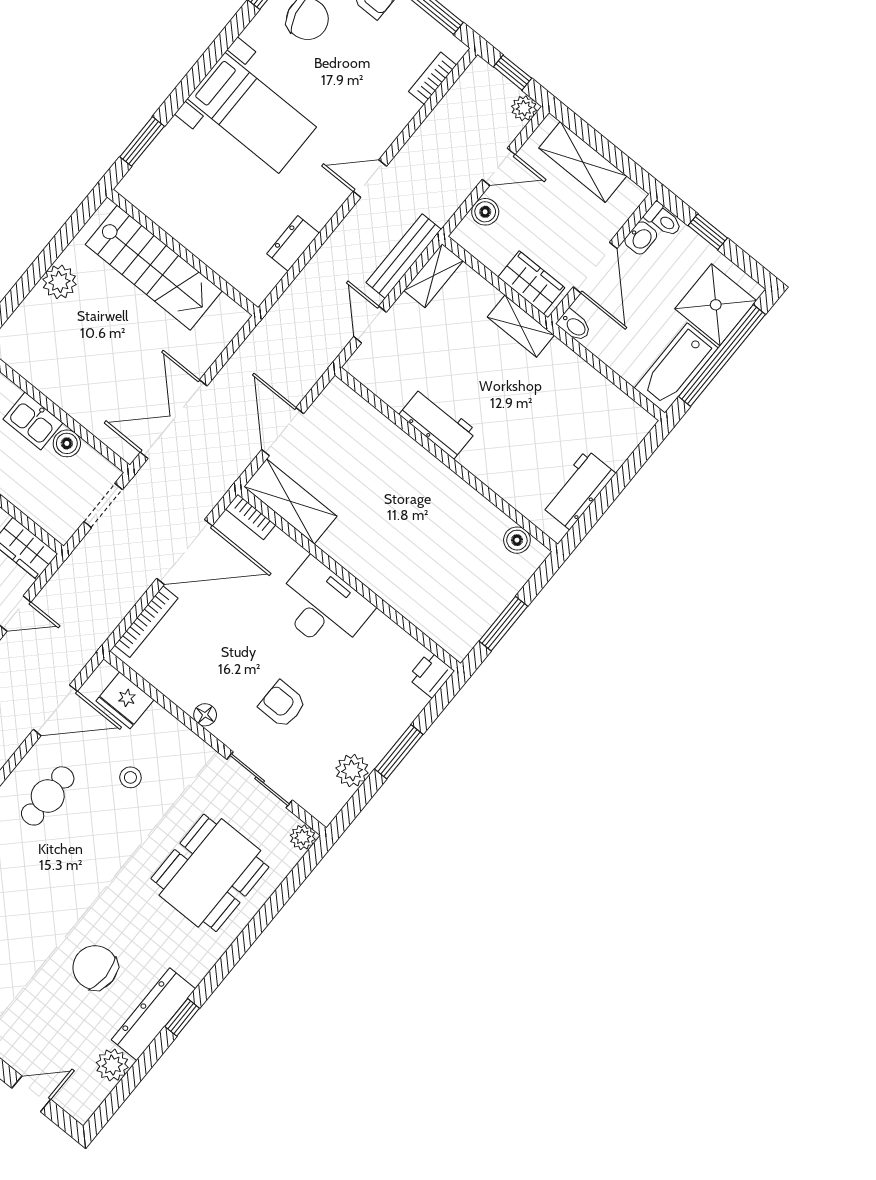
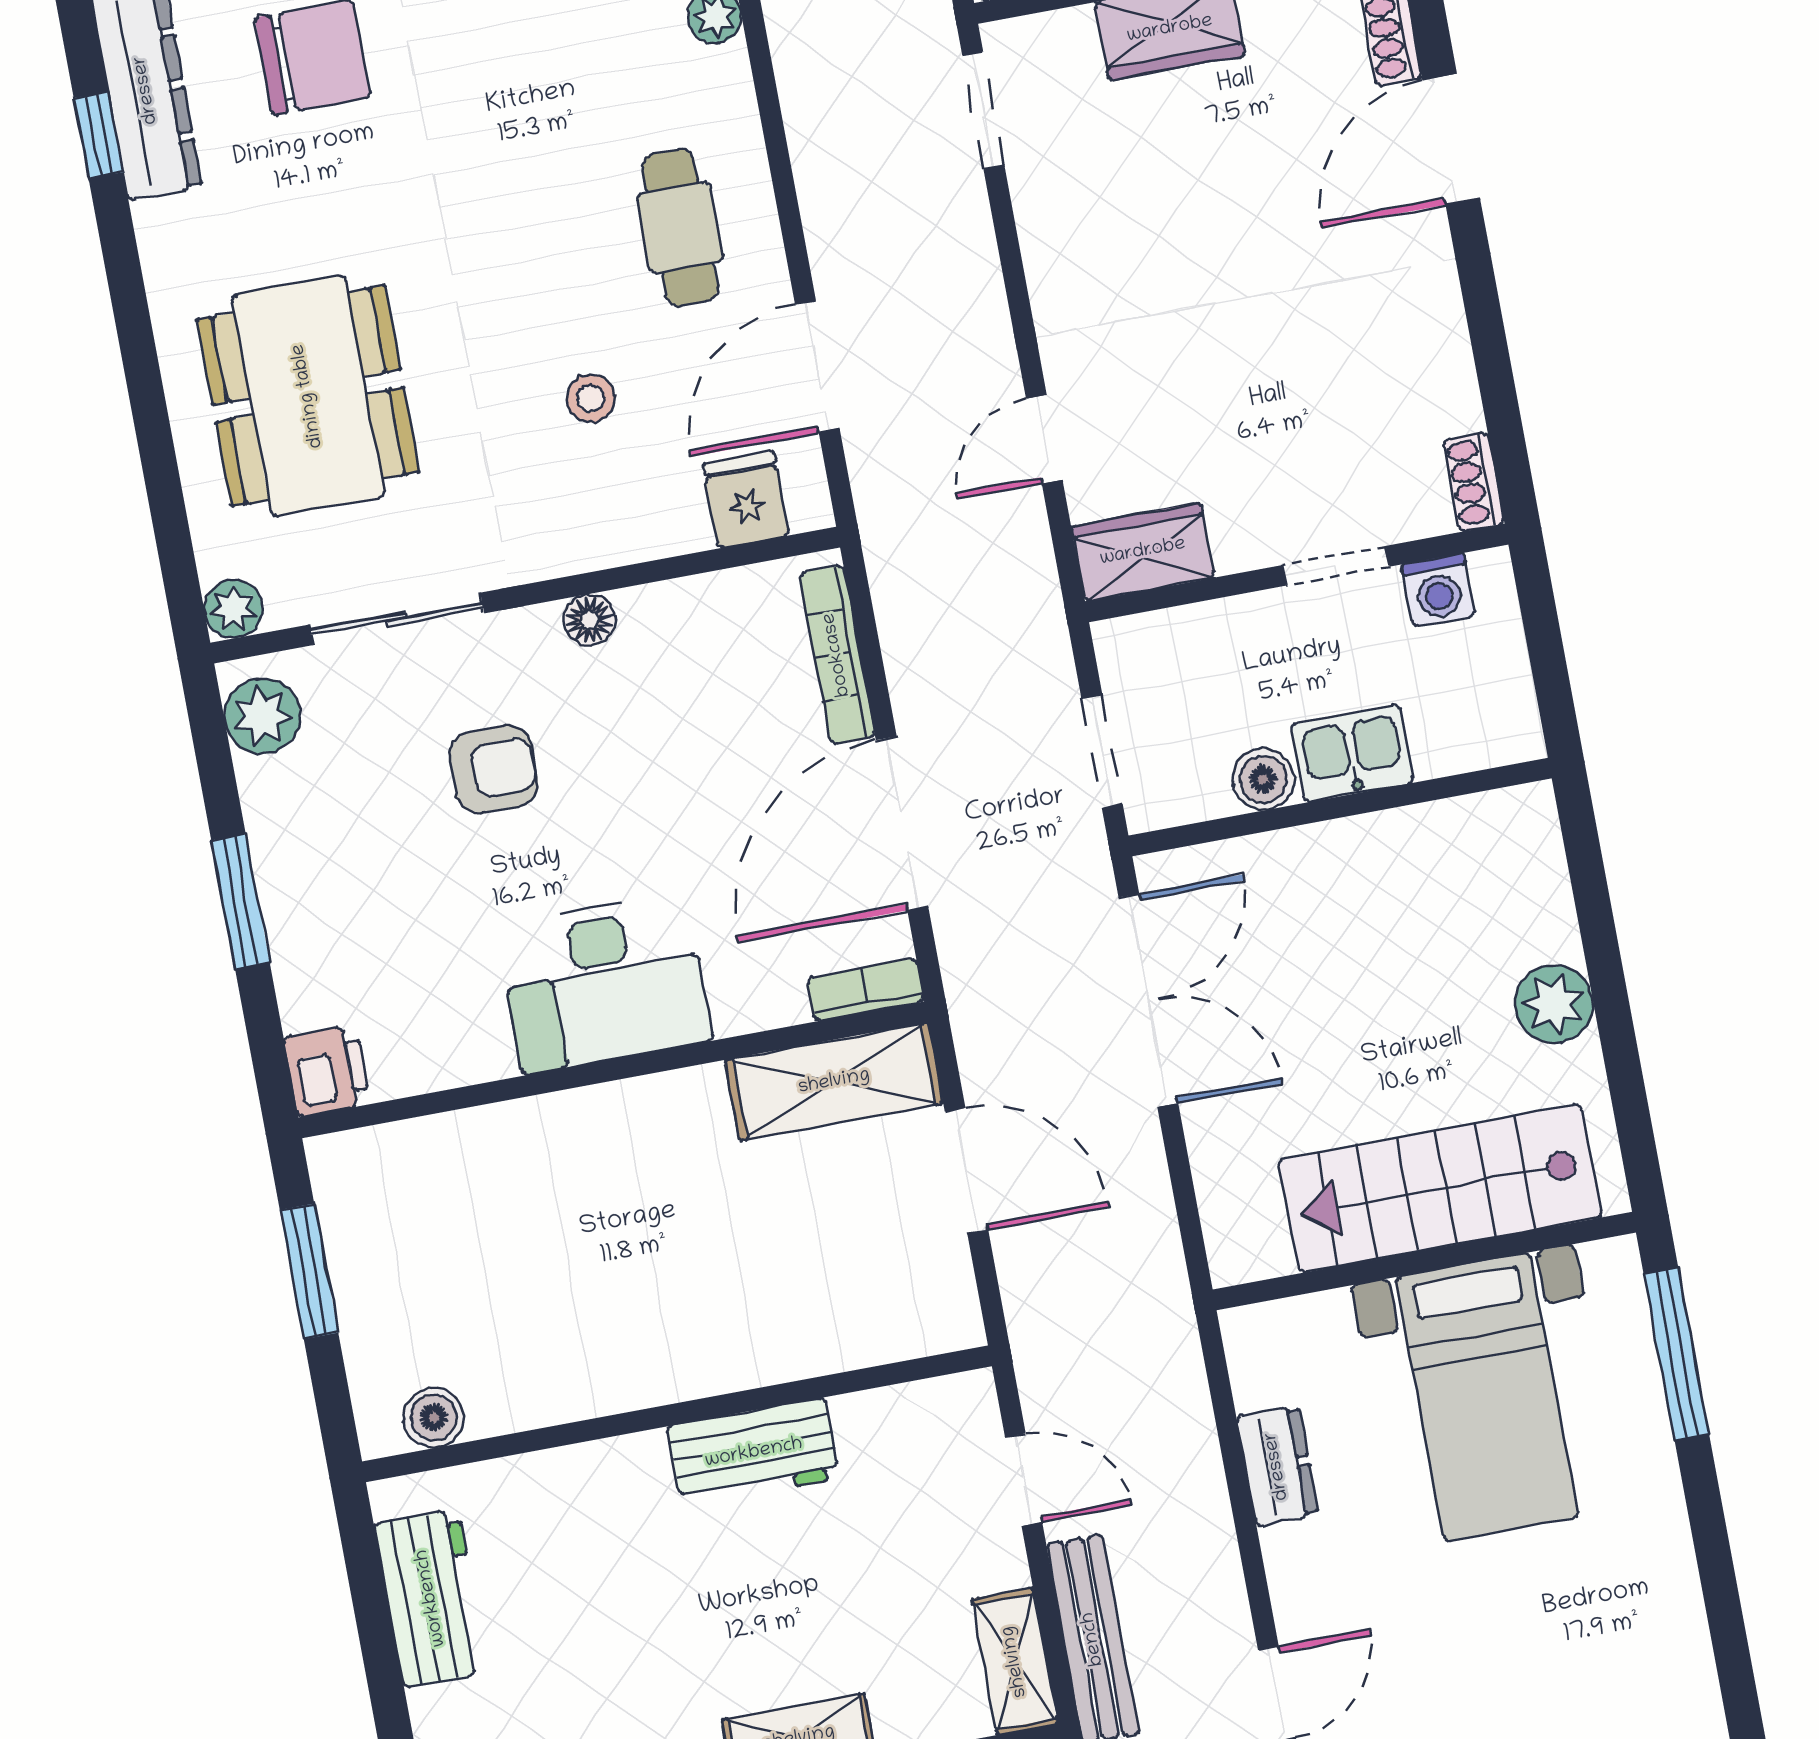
bed with nightstands: (252, 113) -> (1487, 1397), moved, turned -90
window: (142, 141) -> (1676, 1354), width x1.44
fridge: (125, 700) -> (746, 500), width x0.72
plant: (352, 771) -> (262, 716), moved

